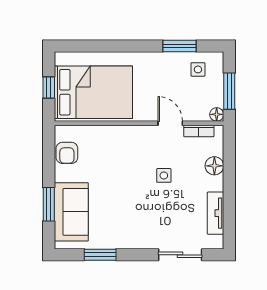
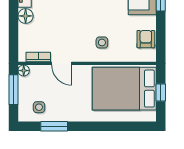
floor lamp: (214, 166) -> (26, 16), moved
side table: (164, 175) -> (102, 42), moved

